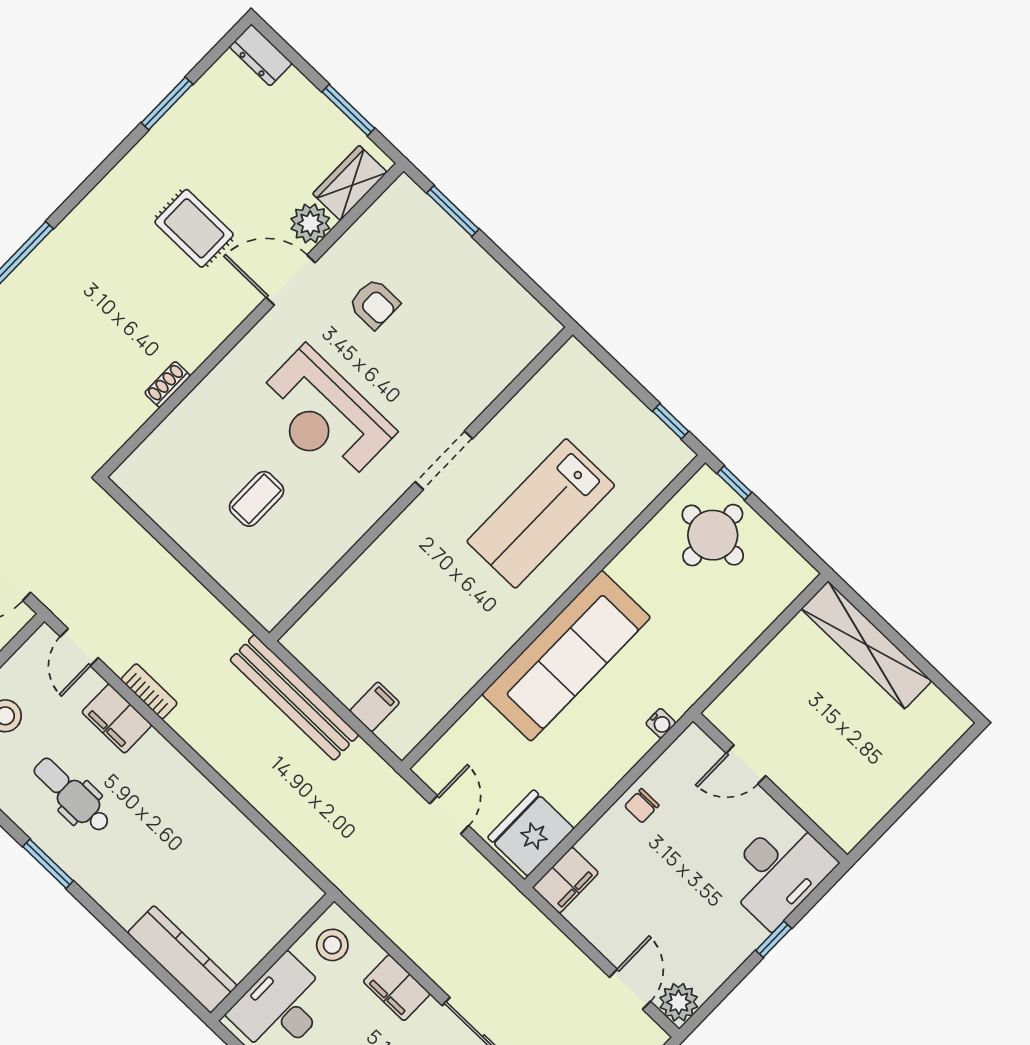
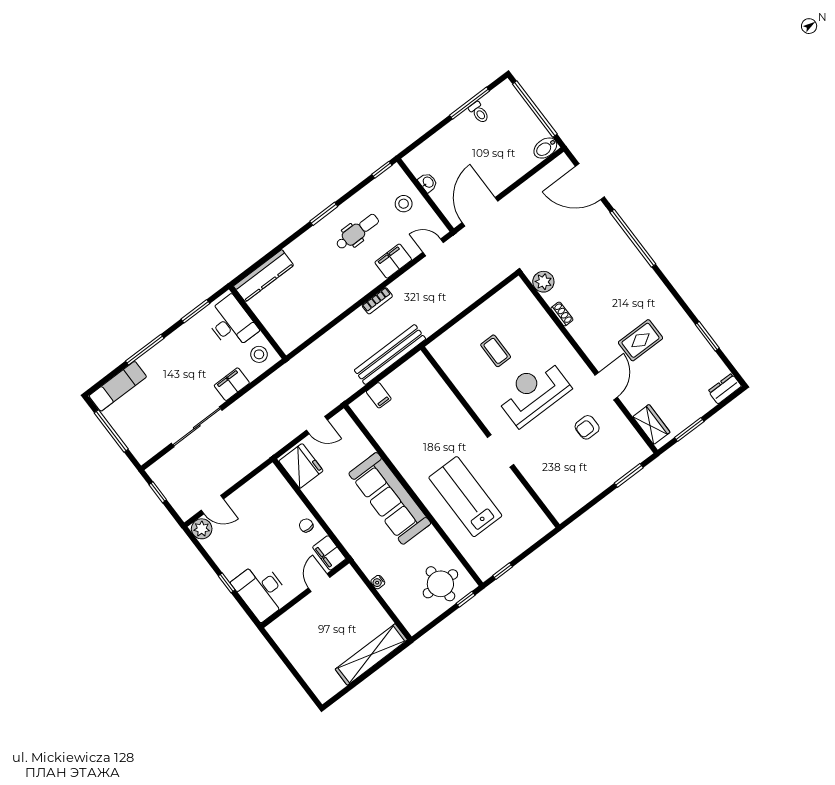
plant: (310, 223) -> (543, 282), moved
bookcase: (149, 691) -> (377, 301), moved
water cooler: (661, 723) -> (378, 582), moved
filing cabinet: (566, 880) -> (329, 553), moved

